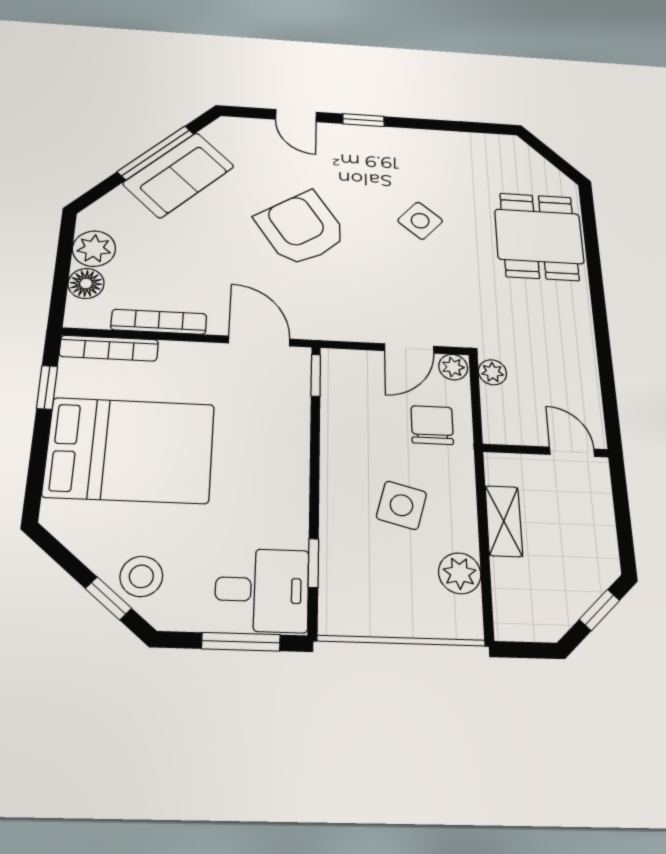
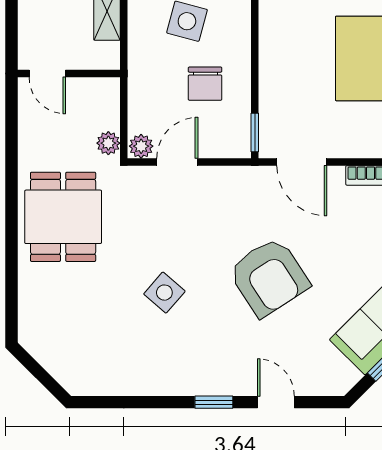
dining table: (539, 236) -> (63, 217), moved
chair: (432, 425) -> (205, 84), moved

